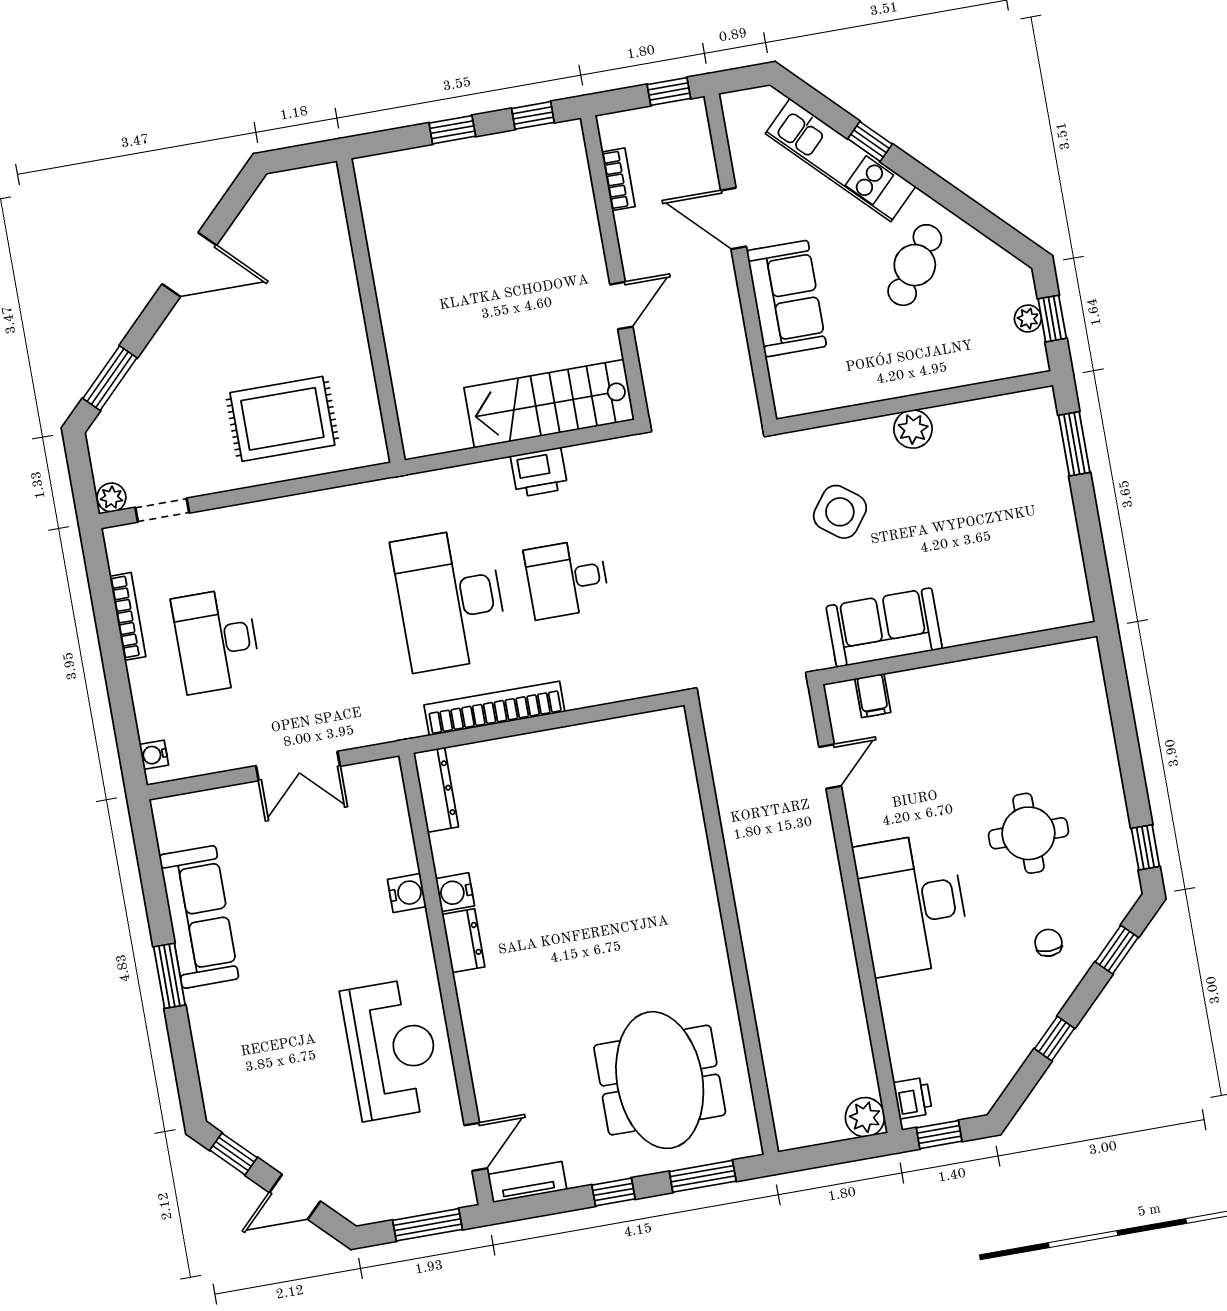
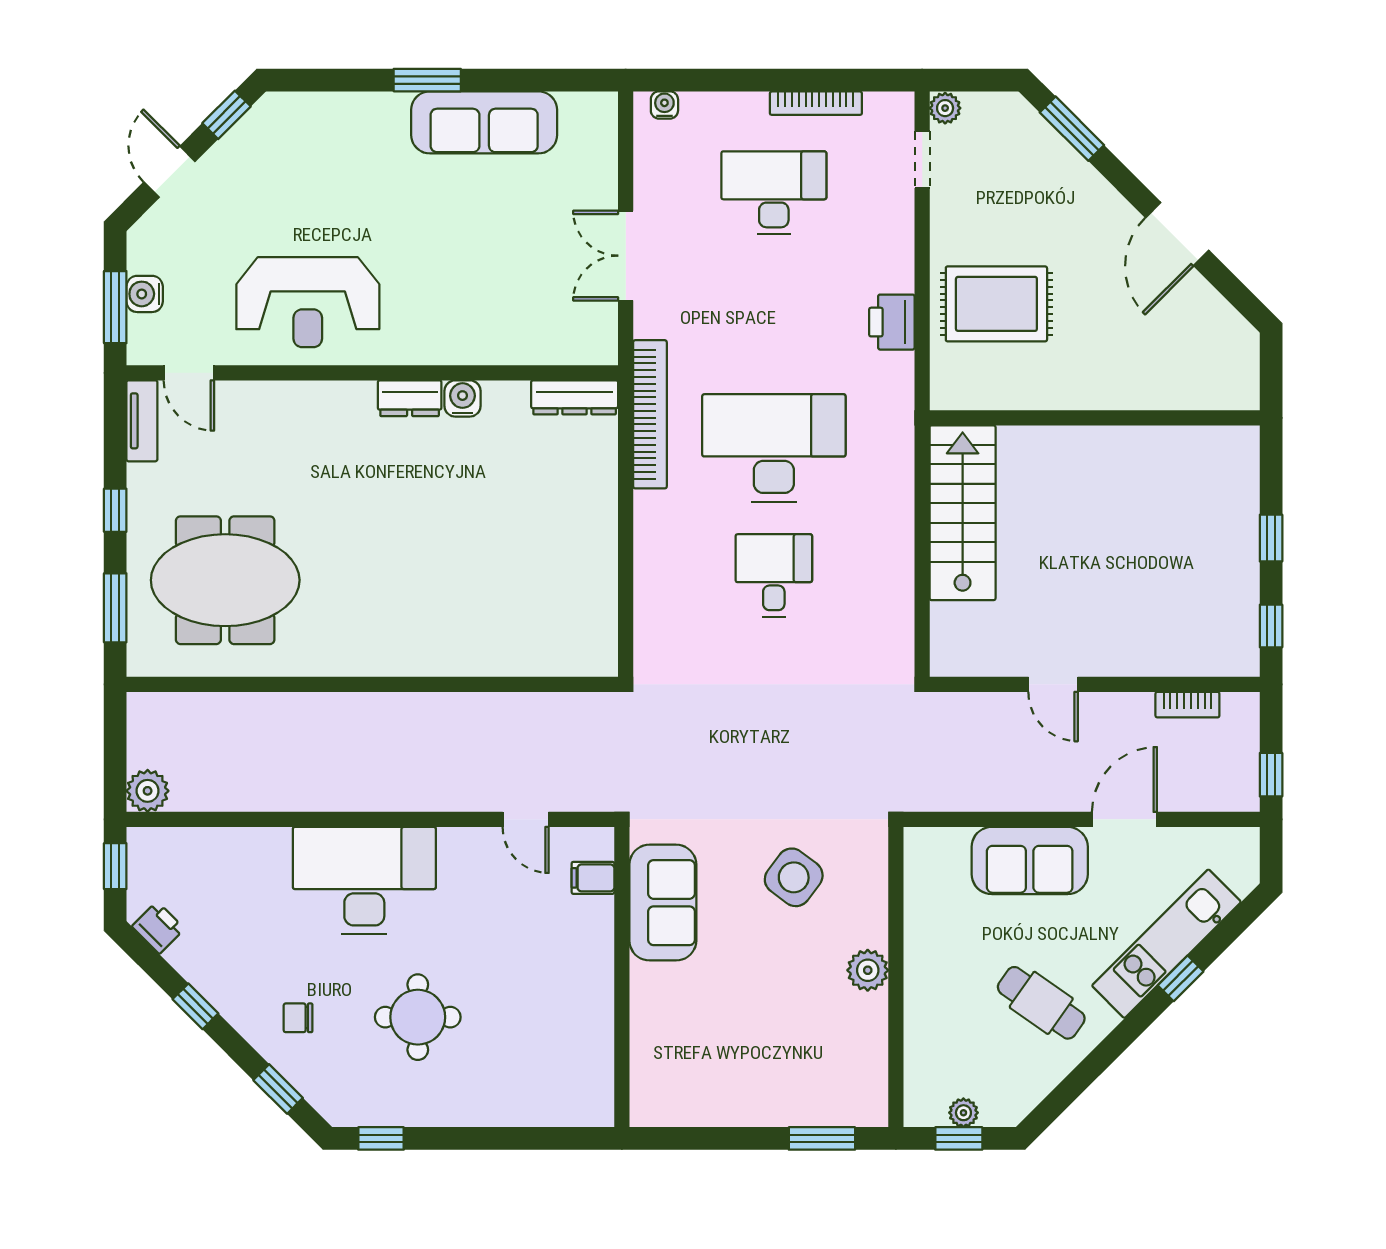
stairs: (549, 404) -> (963, 513), moved
rug: (282, 419) -> (996, 304), turned 90
printer: (539, 472) -> (892, 322), moved
bookcase: (494, 708) -> (650, 414), moved
water cooler: (407, 893) -> (145, 294), moved, turned 90
chair: (1048, 943) -> (298, 1018), turned 180
printer: (913, 1098) -> (158, 928), moved, turned -135

